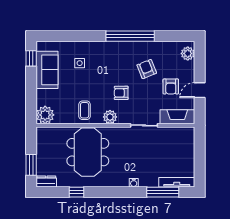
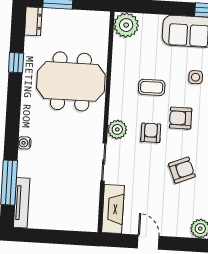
armchair: (171, 86) -> (181, 118), moved
coffee table: (85, 110) -> (152, 87), moved
plant: (110, 117) -> (117, 129), moved

